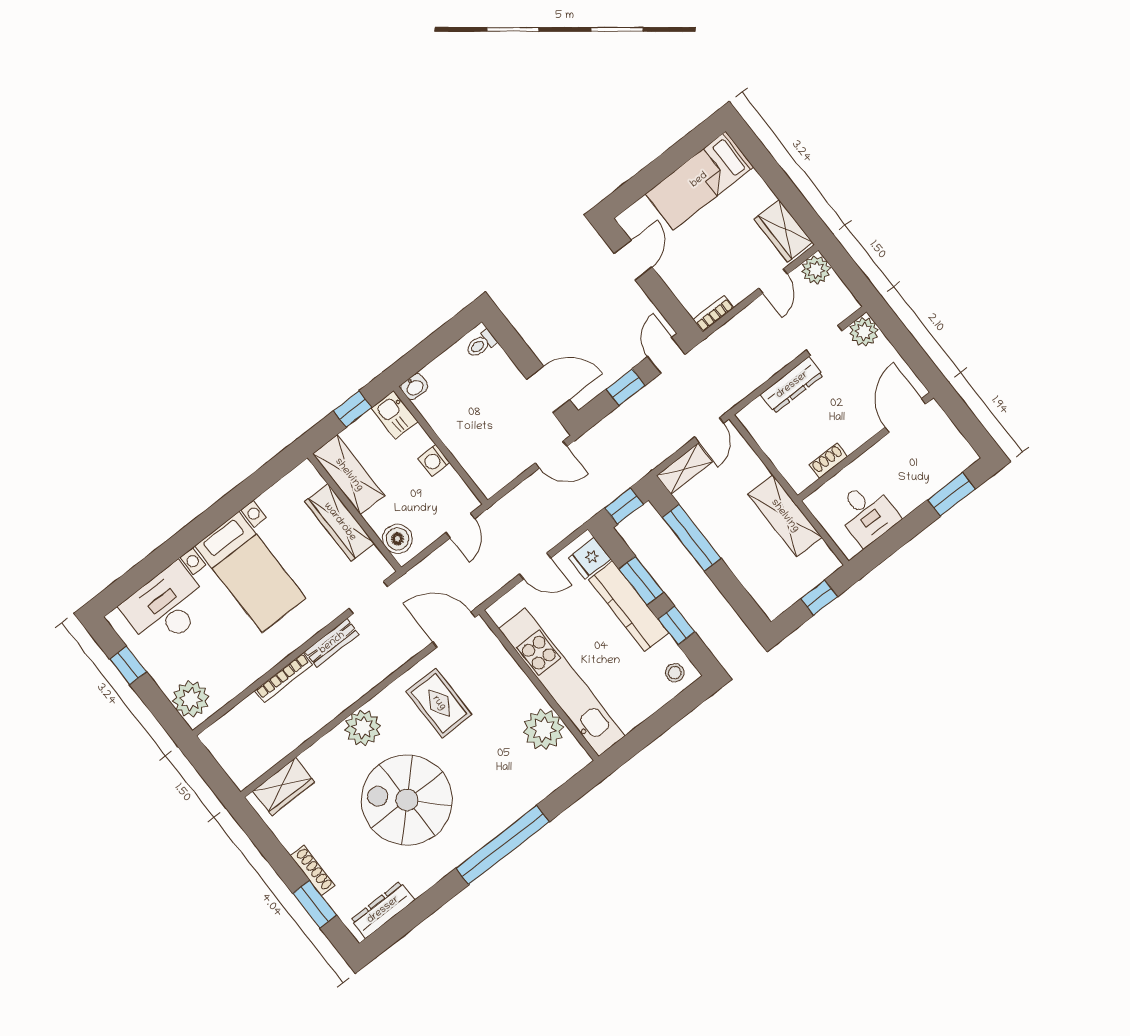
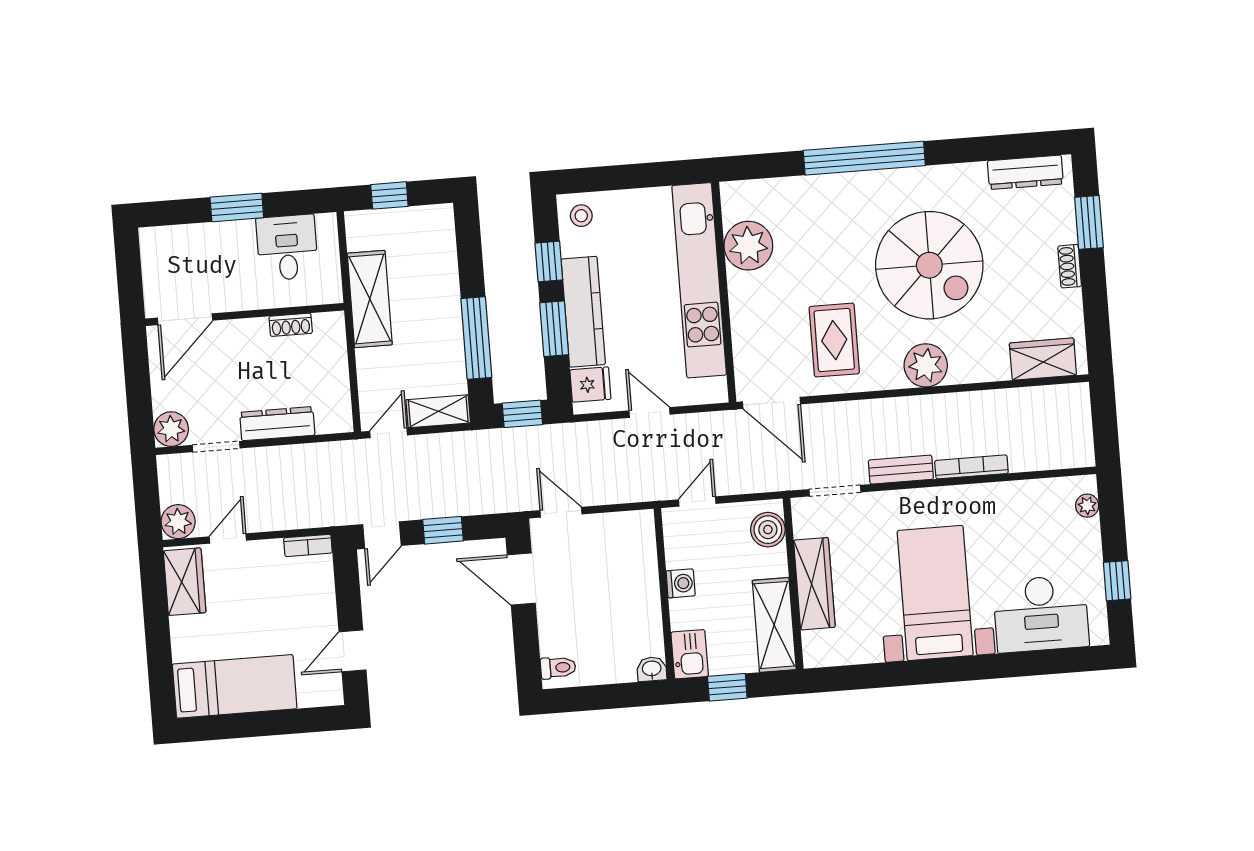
window: (951, 494) -> (237, 207), moved
plant: (191, 699) -> (1087, 506), width x0.53, depth x0.53
shoe rack: (313, 871) -> (1070, 266), width x0.70

